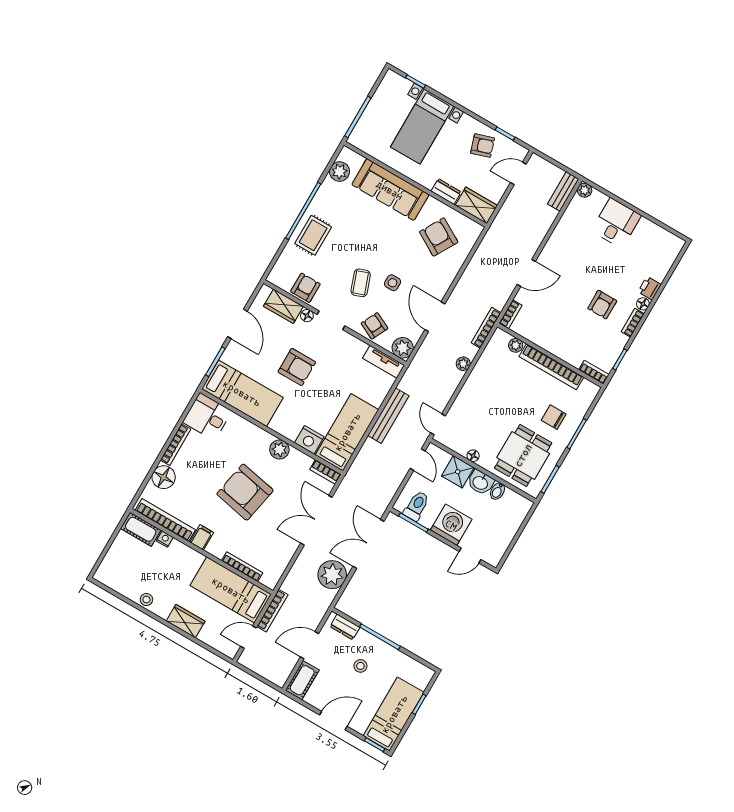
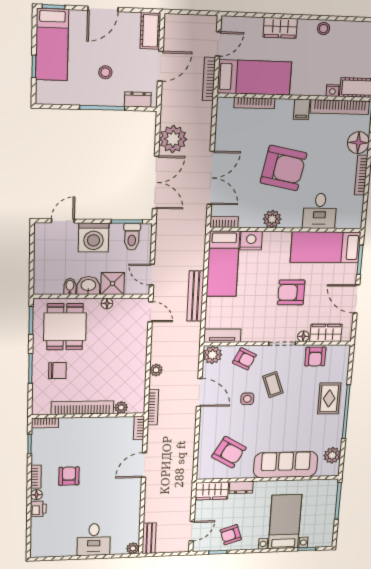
desk: (207, 417) -> (320, 211), moved, turned 90

